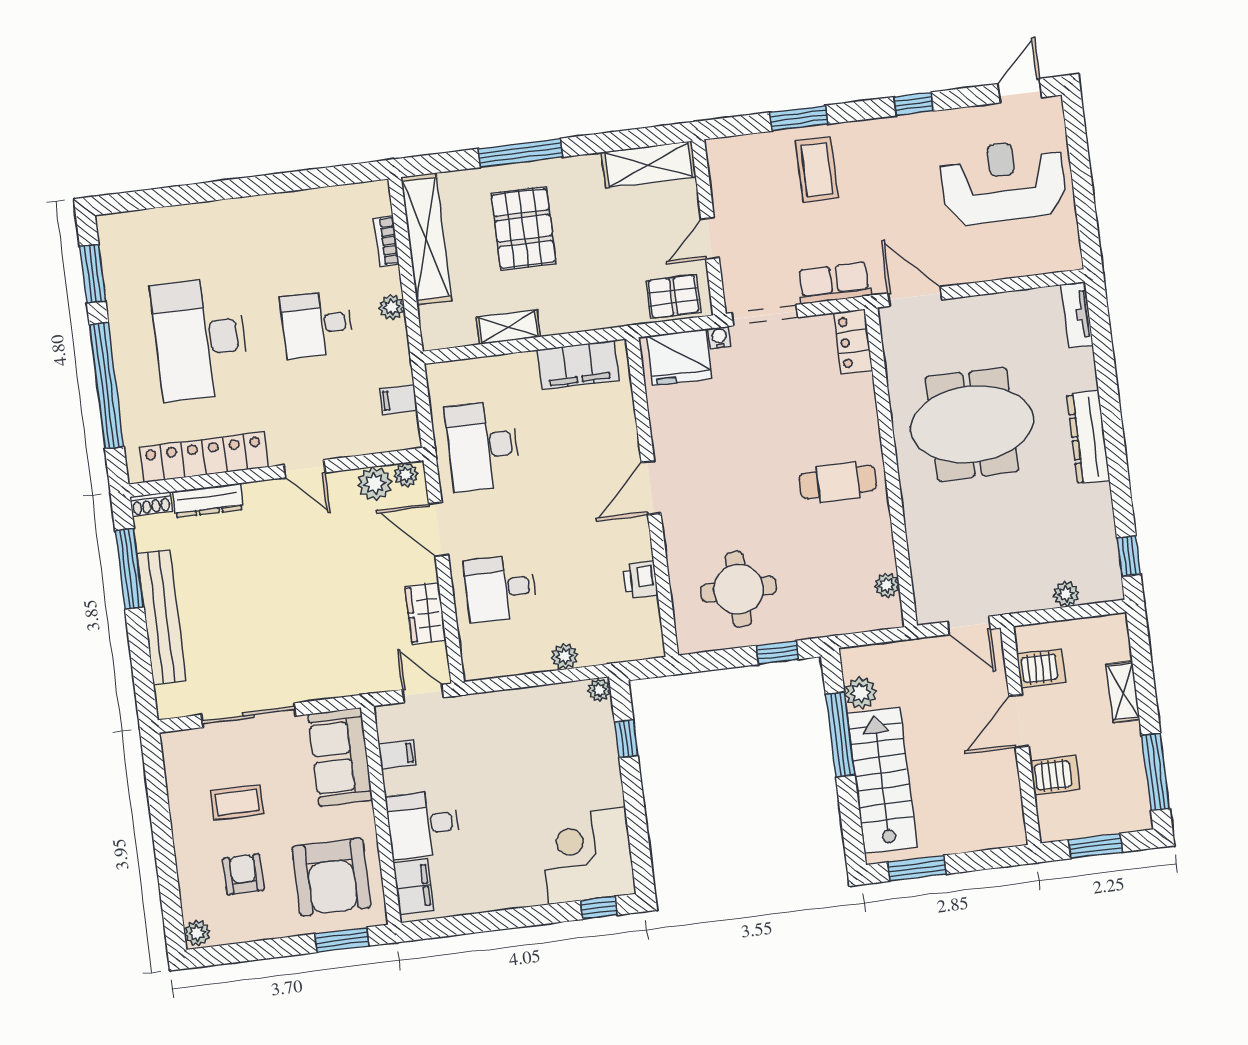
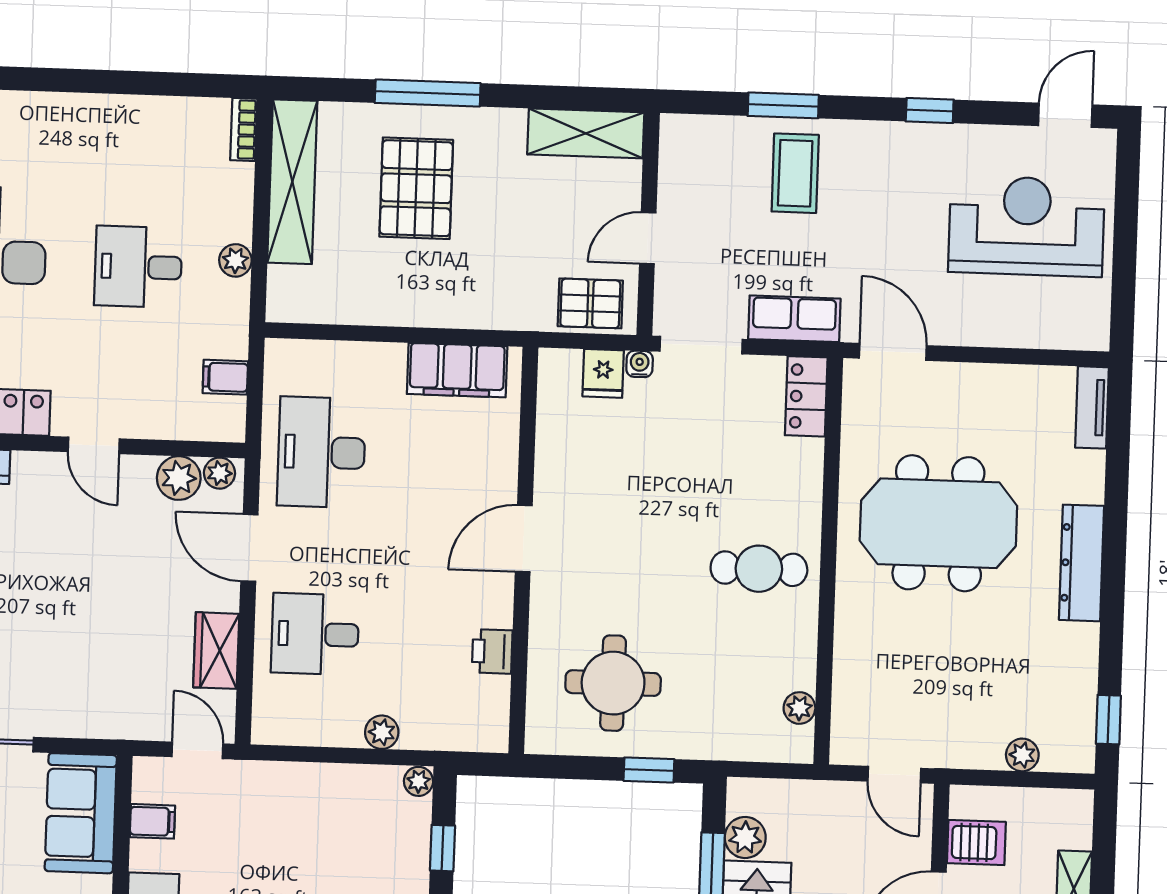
bookcase: (386, 241) -> (244, 129), moved
shelving: (508, 327) -> (377, 309), removed
fridge: (679, 357) -> (603, 373), width x0.53, depth x0.75

